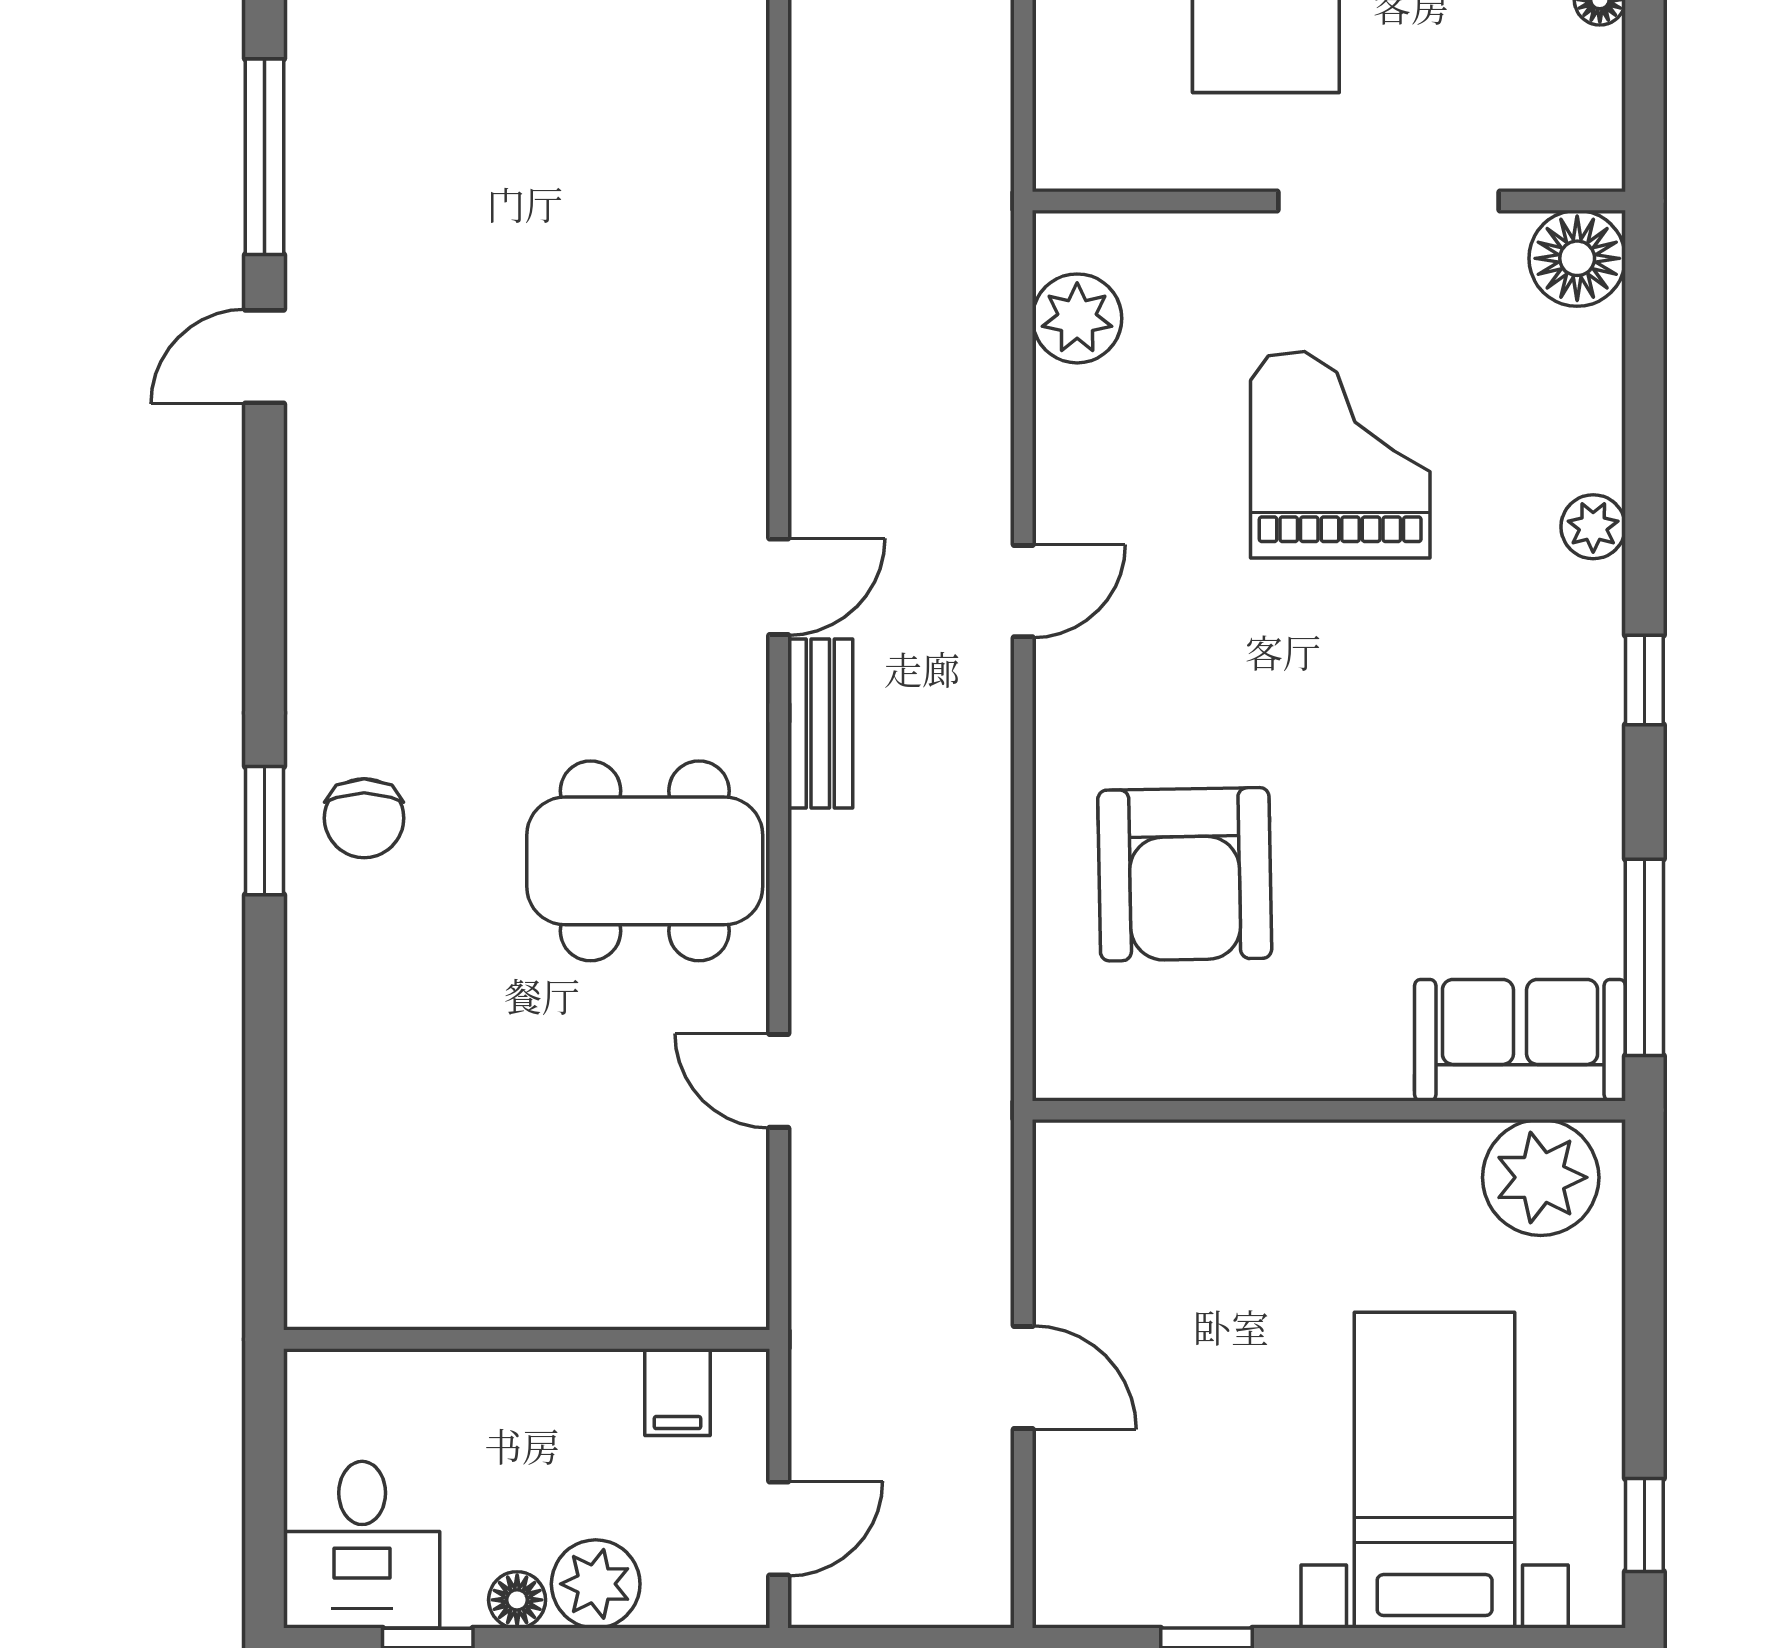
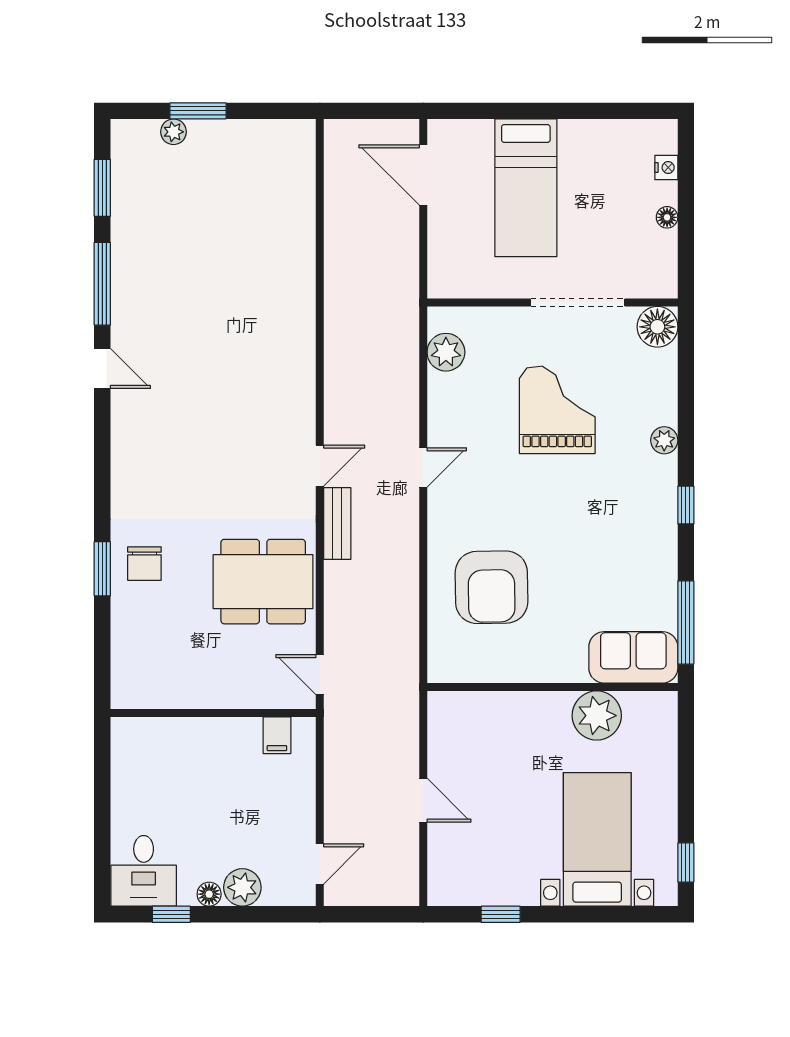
door: (265, 357) -> (102, 368), swing flipped
plant: (1541, 1177) -> (597, 716), moved
wall: (527, 1339) -> (213, 713), moved
filing cabinet: (677, 1392) -> (277, 735), moved

